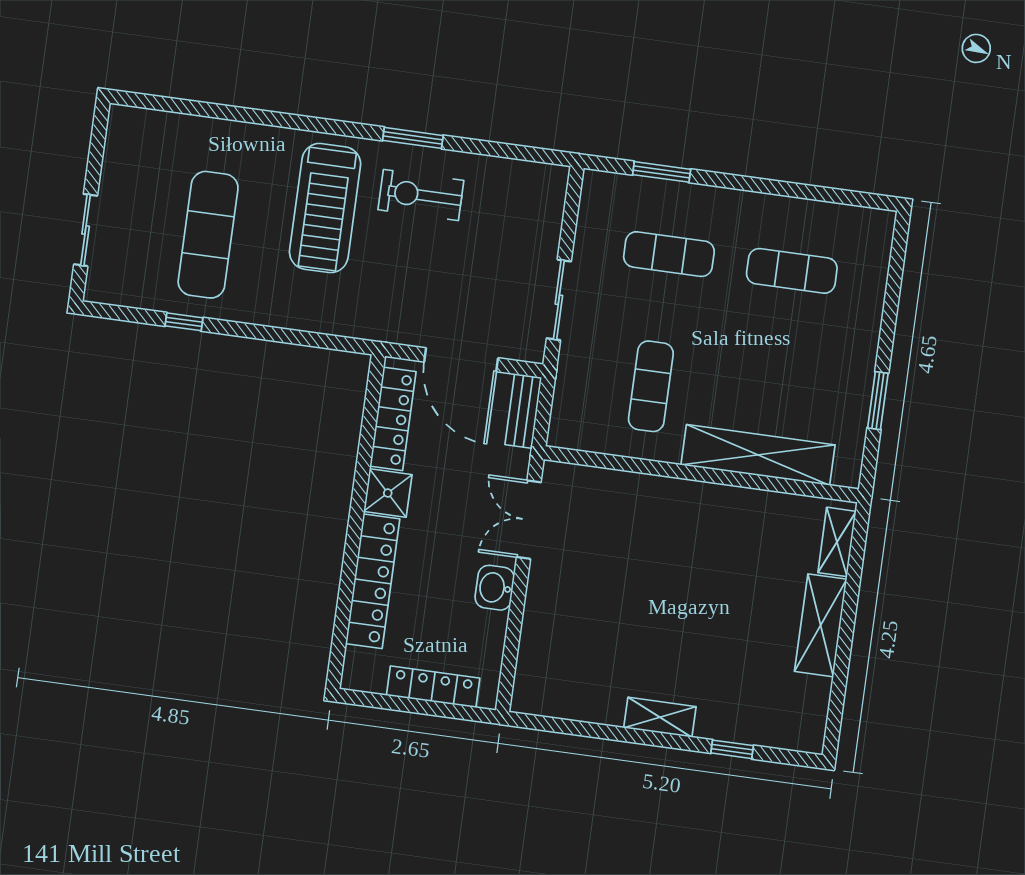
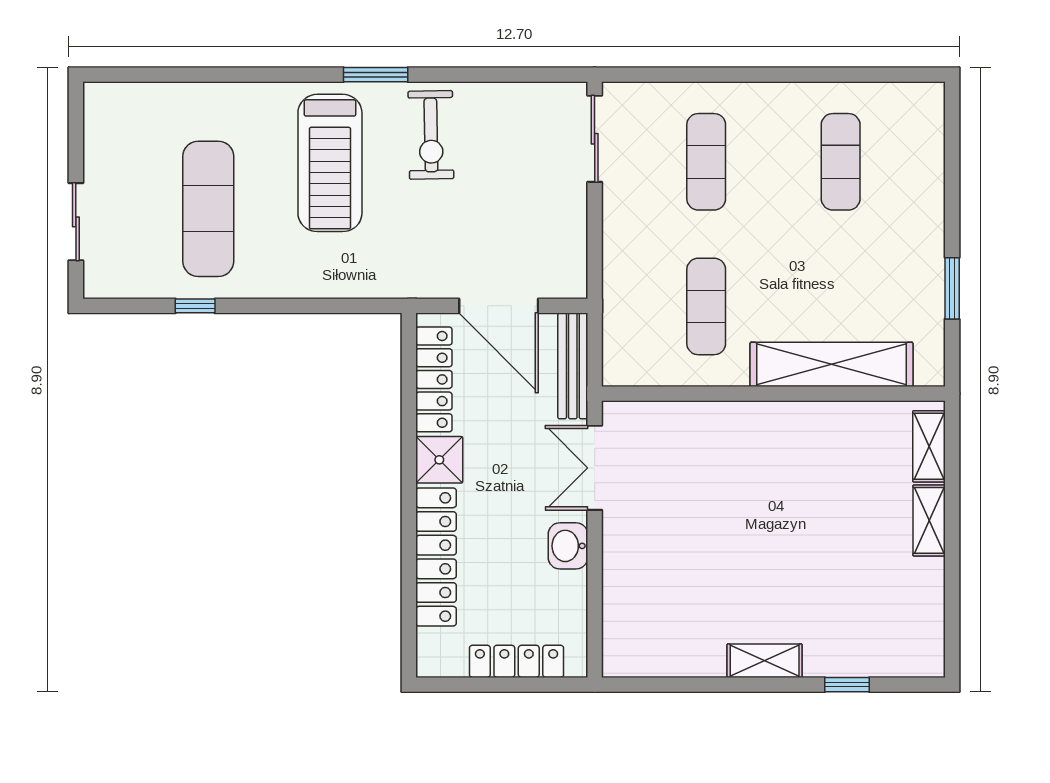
window: (413, 138) -> (376, 75), moved
window: (662, 172) -> (686, 75), removed
exercise bike: (421, 195) -> (431, 135), turned -91
exercise mat: (669, 254) -> (706, 162), turned 90
exercise mat: (792, 271) -> (841, 162), turned 90
sliding door: (559, 300) -> (595, 139), moved
bench: (523, 411) -> (573, 366), width x1.36
shelving: (821, 625) -> (929, 520), width x0.67, depth x0.75

